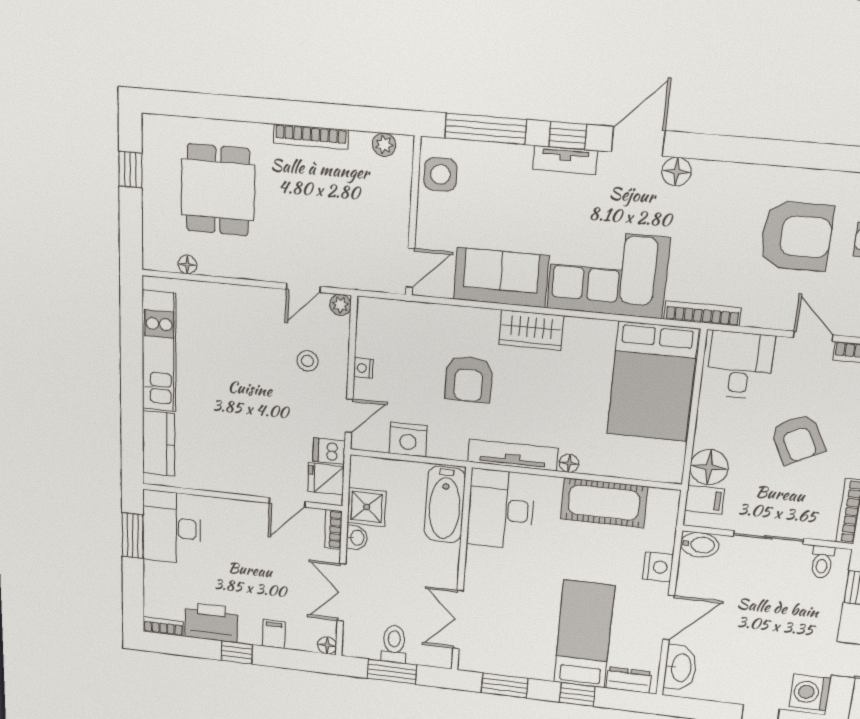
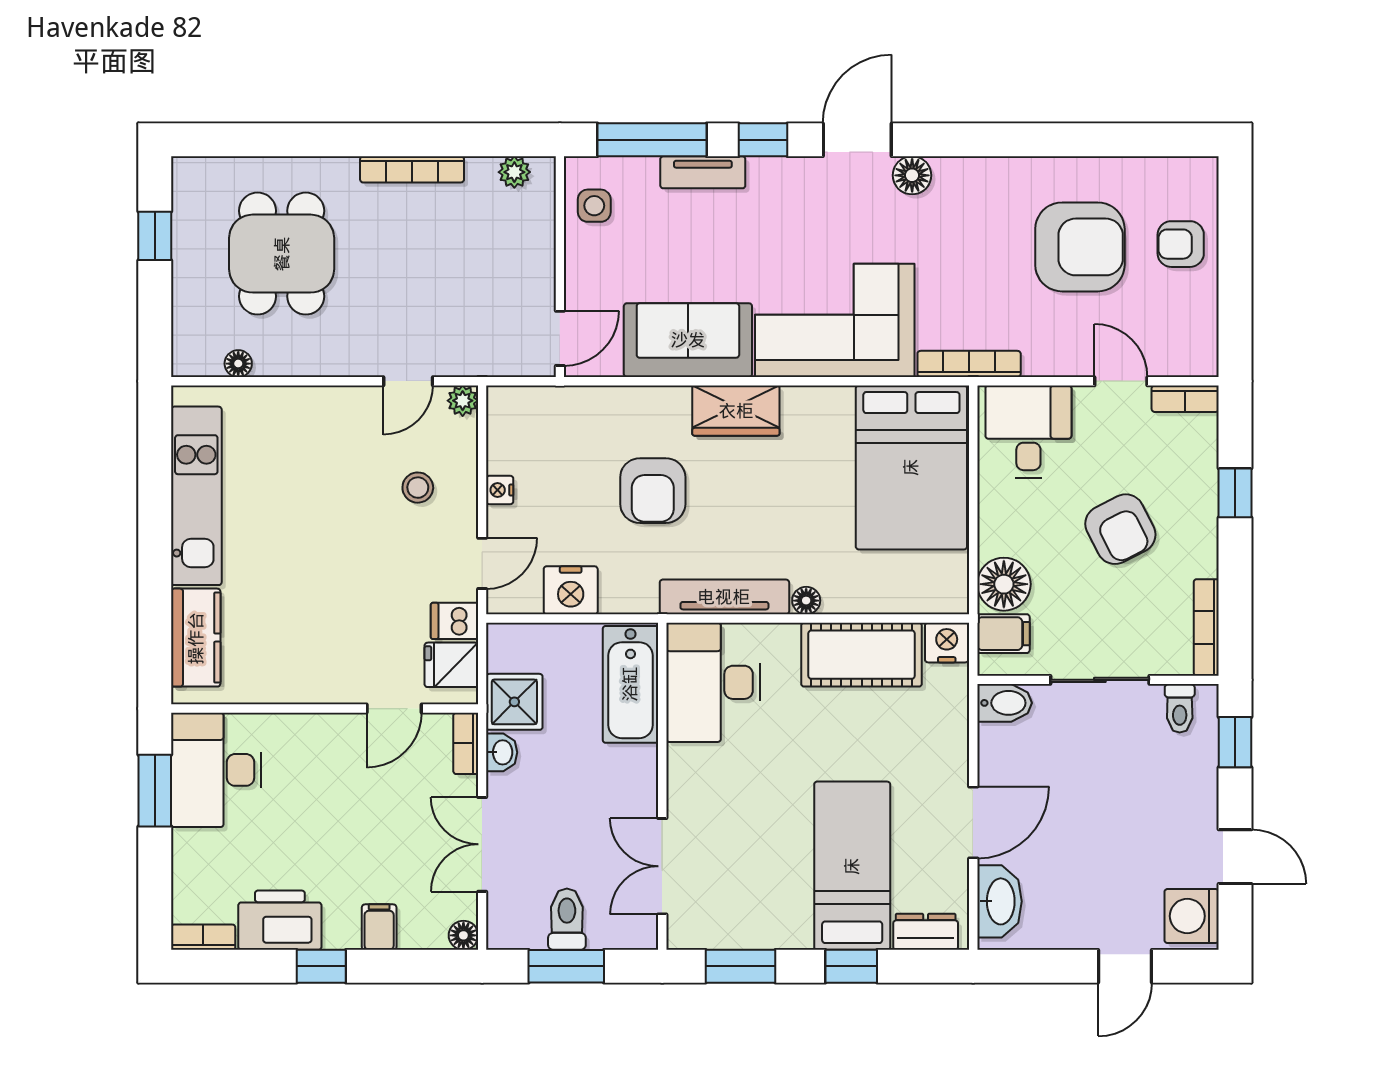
tv unit: (565, 160) -> (703, 172), moved
side table: (440, 174) -> (594, 206), width x0.73, depth x0.73
nightstand: (658, 567) -> (947, 643), moved, turned -90

